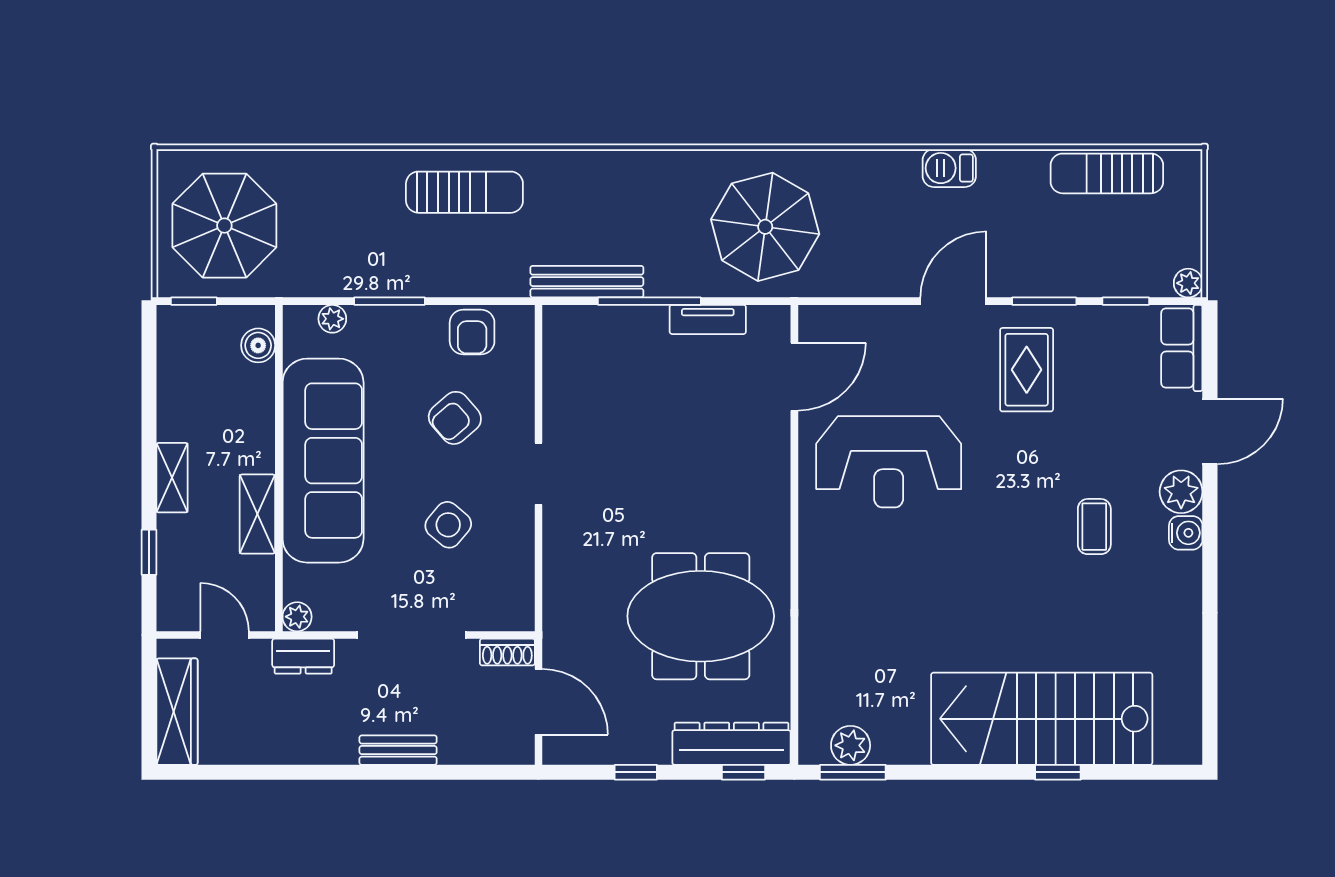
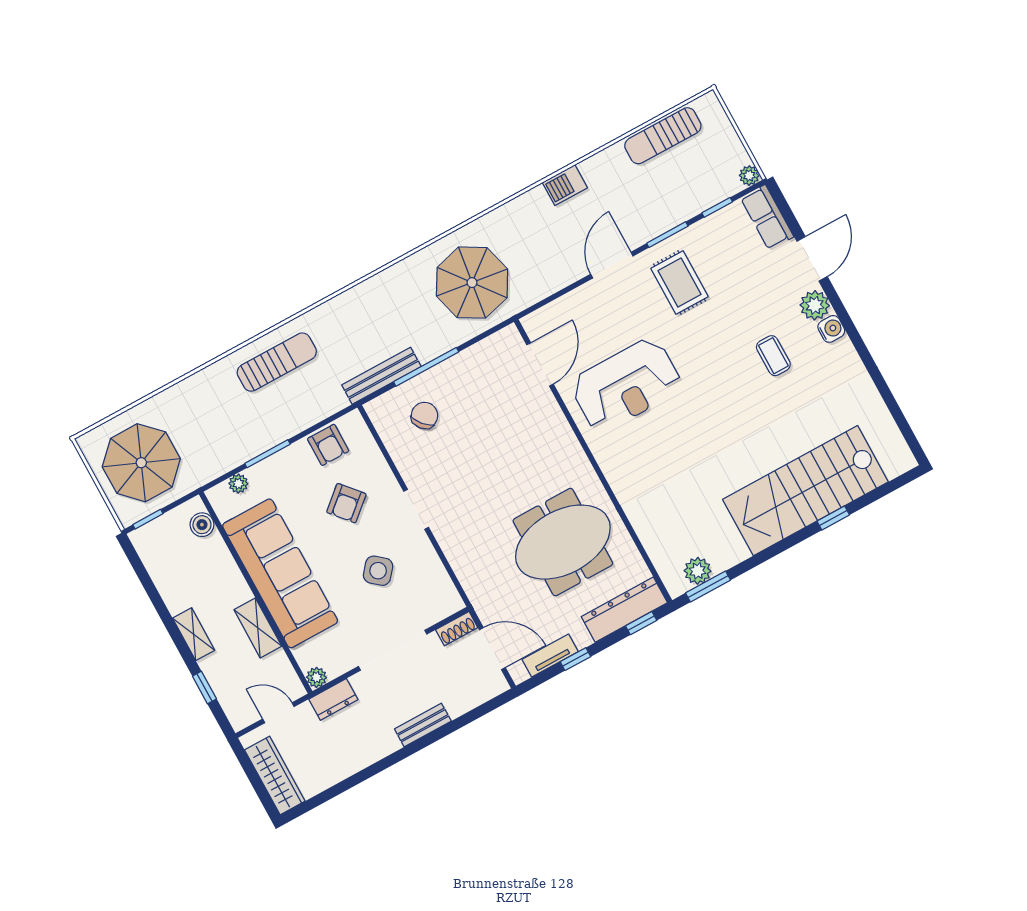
tv unit: (708, 319) -> (550, 655), moved, turned 180
chair: (614, 361) -> (424, 415), added

